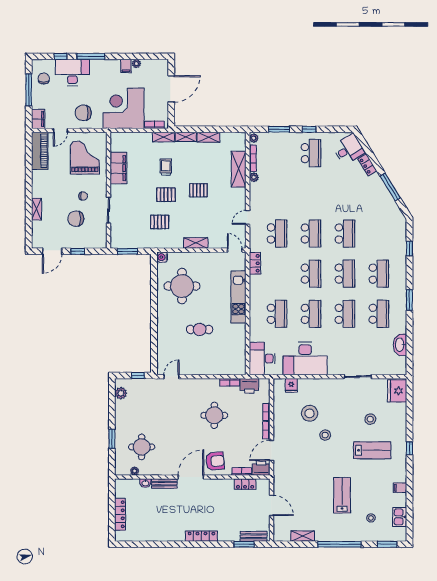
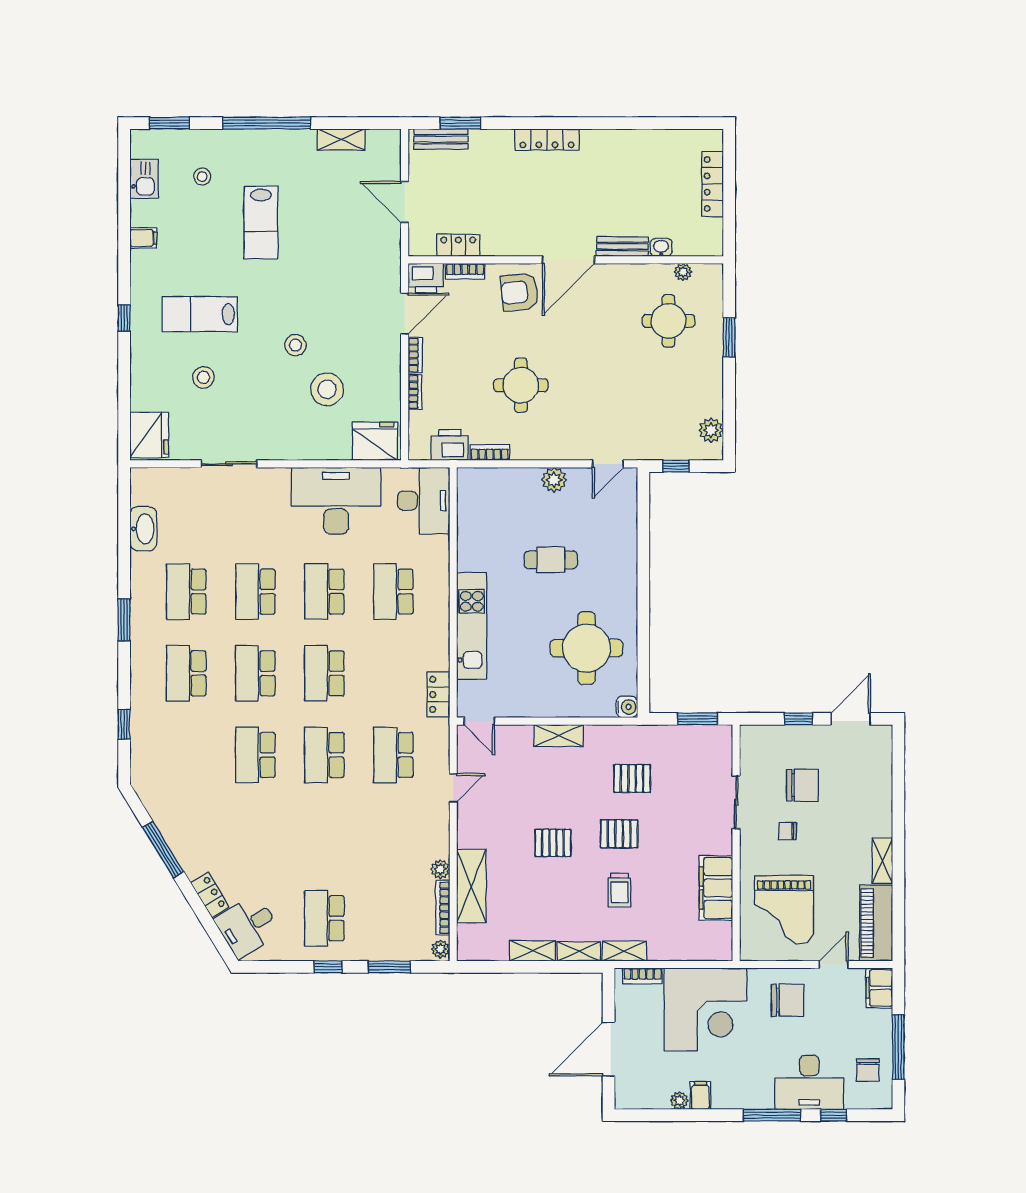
shelving: (37, 209) -> (882, 861), moved
plant: (198, 369) -> (554, 480), added
fridge: (291, 385) -> (375, 441), width x1.88, depth x1.34

